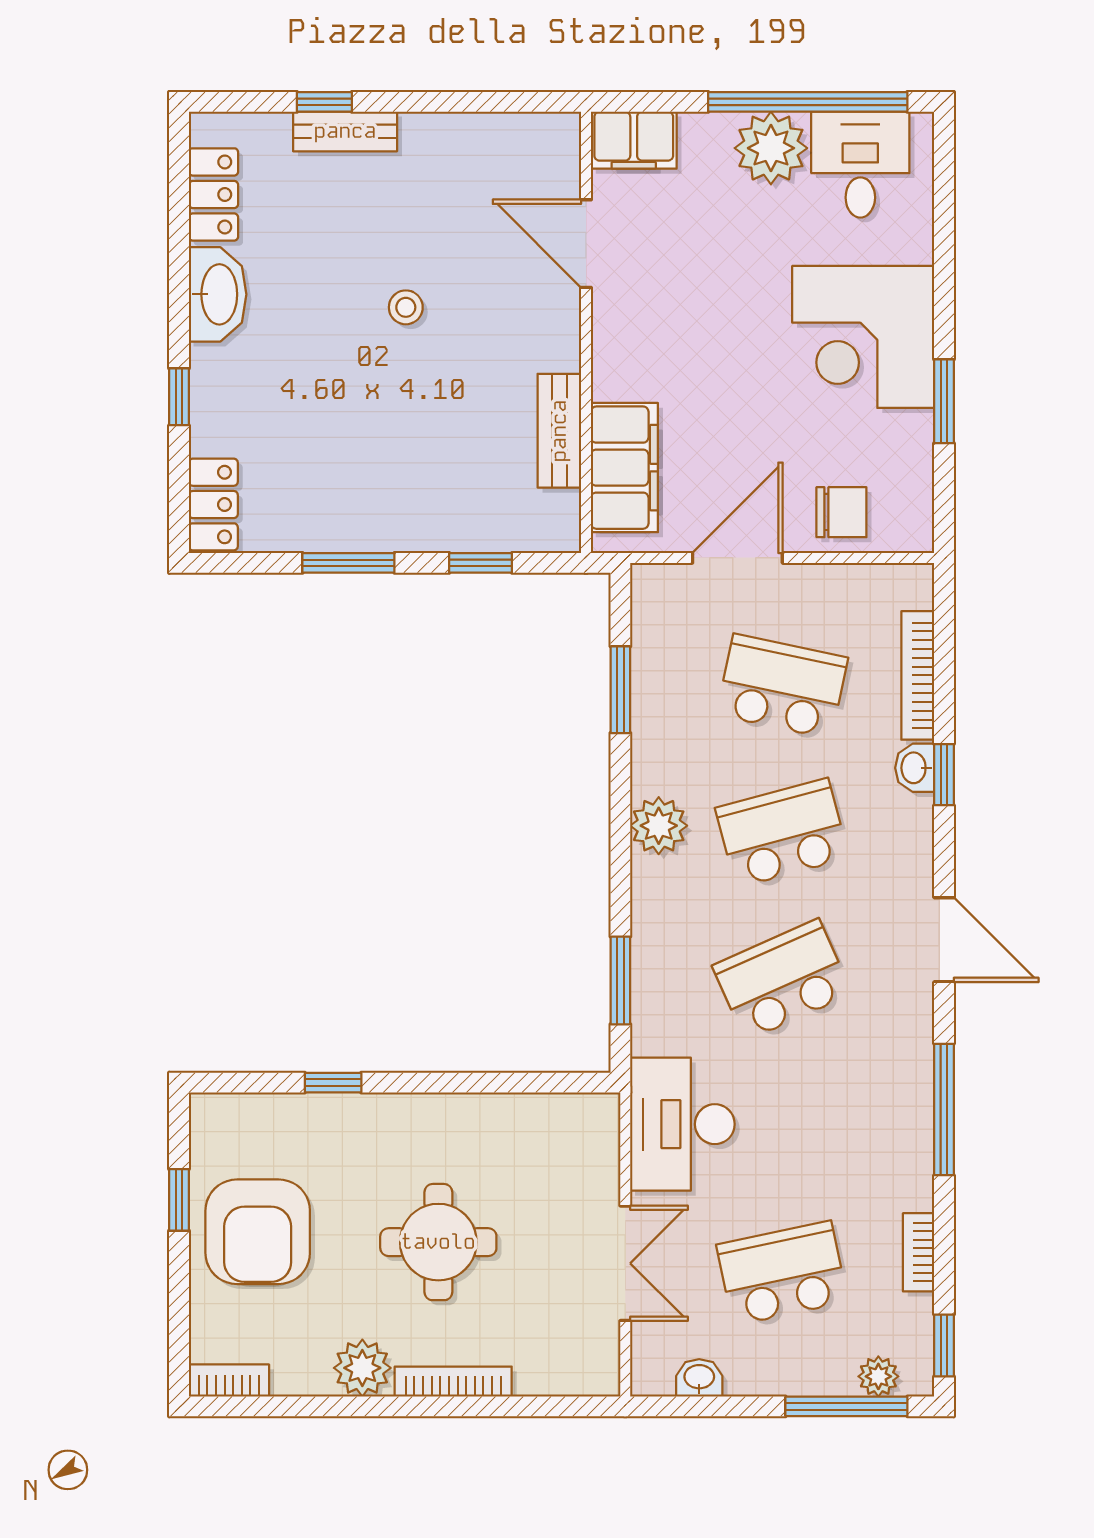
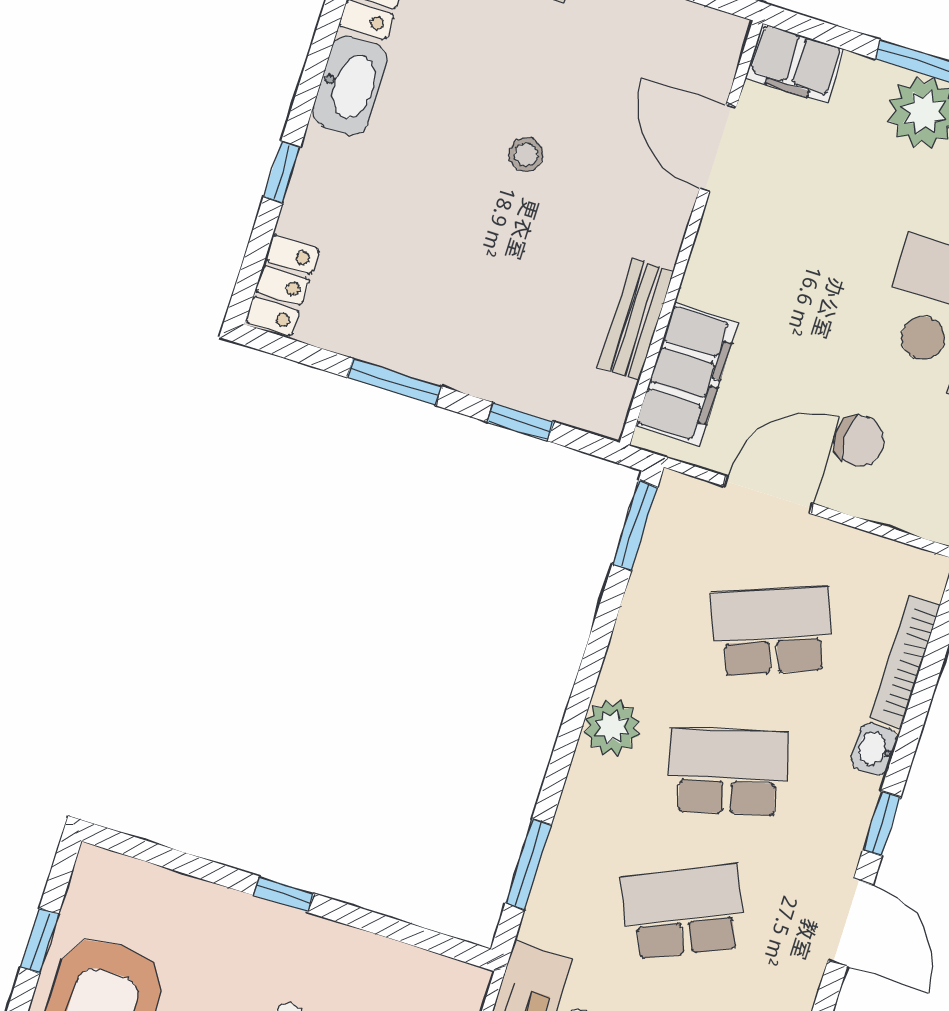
chair: (841, 512) -> (859, 441), moved
school desk: (782, 686) -> (772, 631), turned -33
window: (620, 690) -> (635, 526), moved
window: (944, 775) -> (882, 824), moved
window: (333, 1083) -> (284, 894), moved

